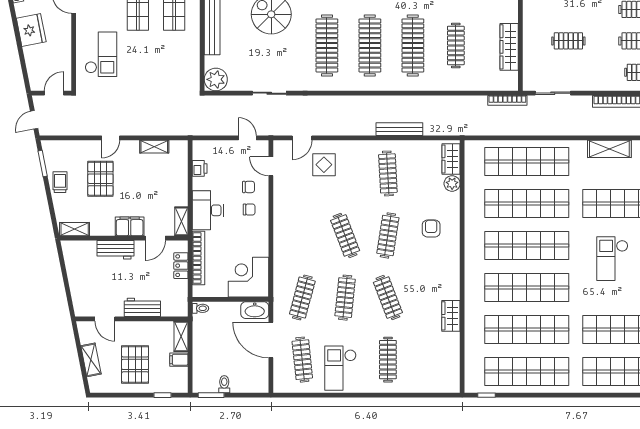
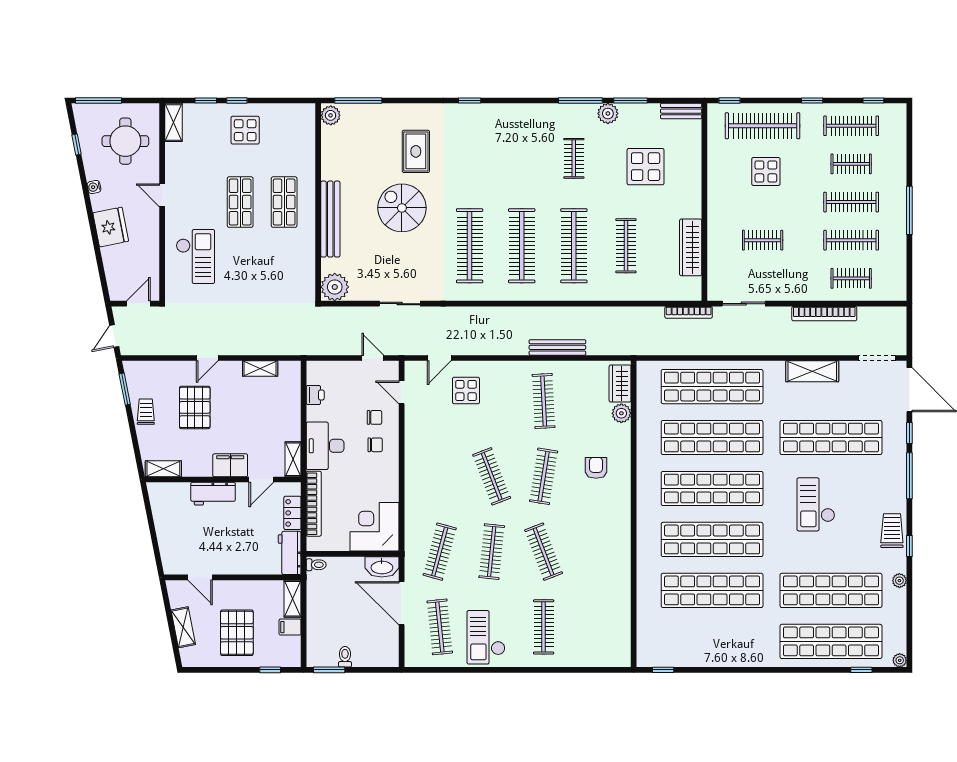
workbench: (142, 307) -> (290, 553), moved, turned -90
wardrobe: (451, 316) -> (620, 574), removed
shop shelf: (527, 372) -> (712, 641), removed

